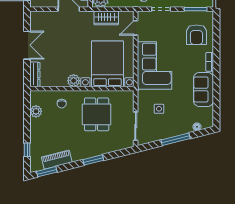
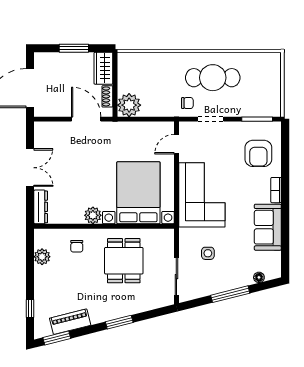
wardrobe: (106, 18) -> (137, 131), removed

